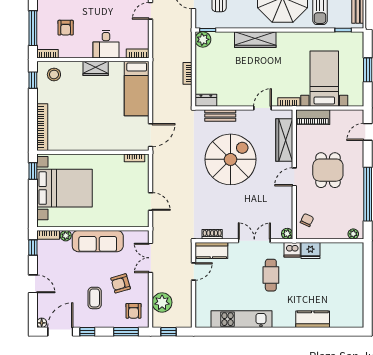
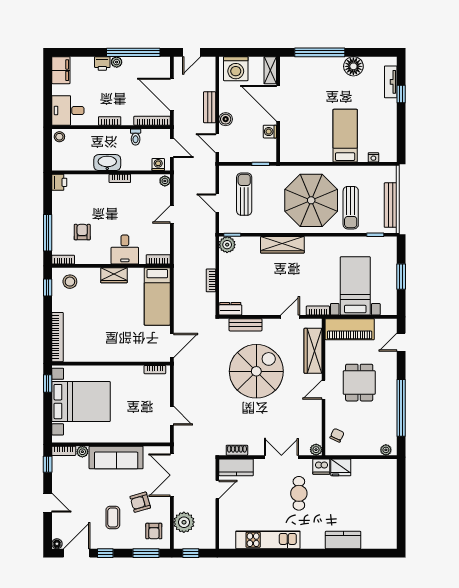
armchair: (66, 28) -> (82, 232), turned 180
piano: (313, 117) -> (350, 329), width x1.37, depth x1.33
double door: (151, 258) -> (172, 475), width x1.37

